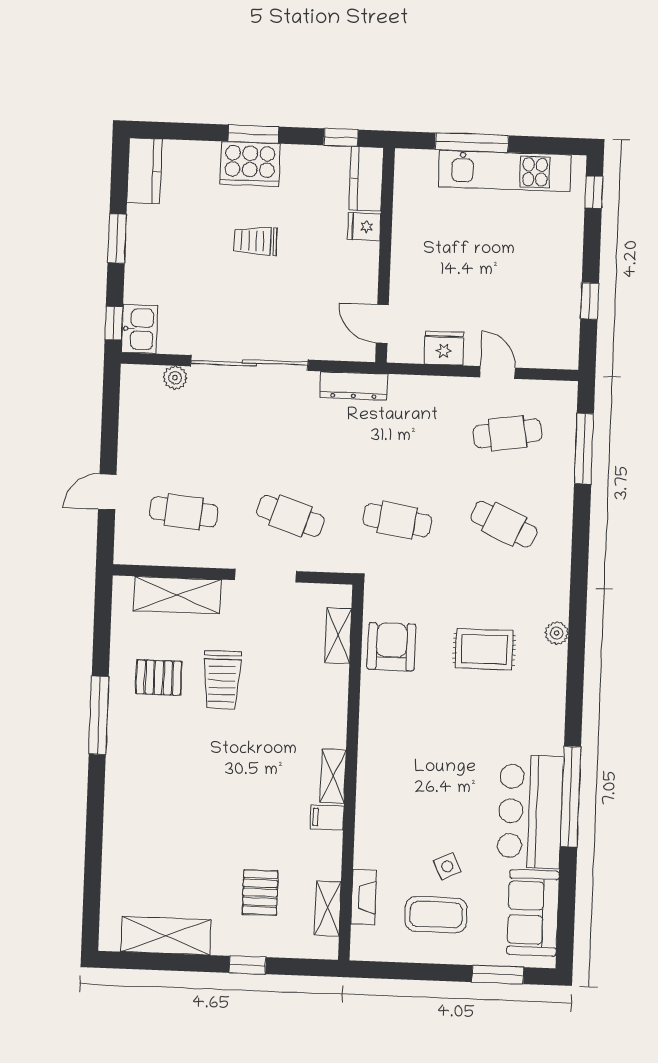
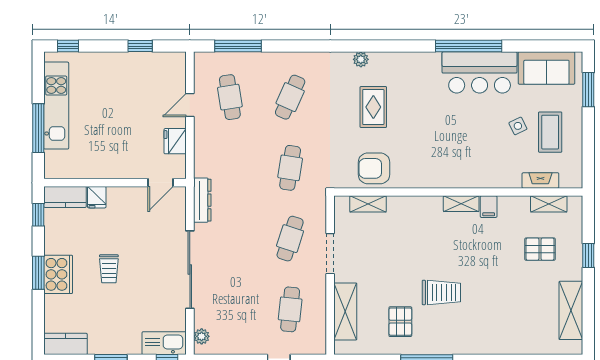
kitchen sink: (140, 329) -> (164, 343), width x1.38
plant: (175, 378) -> (202, 336), moved
trolley: (222, 680) -> (441, 292), moved

